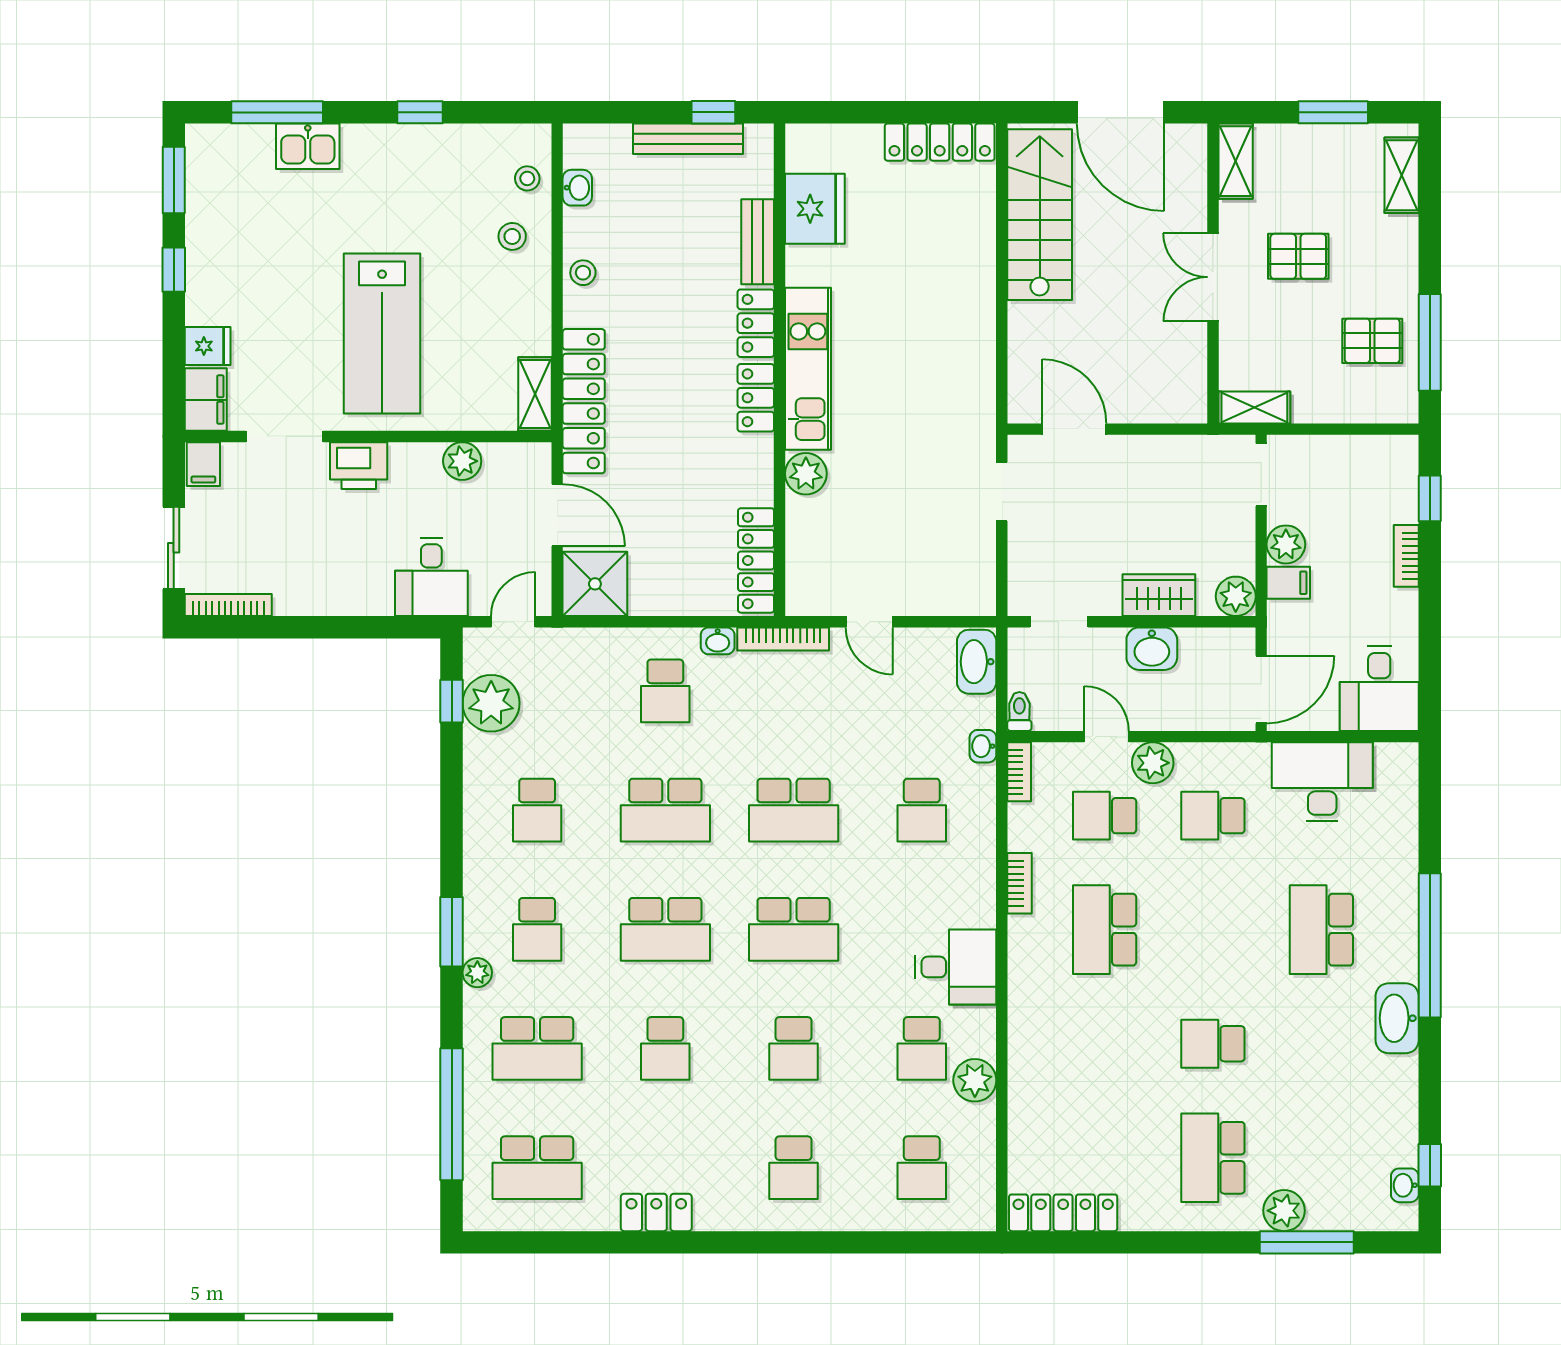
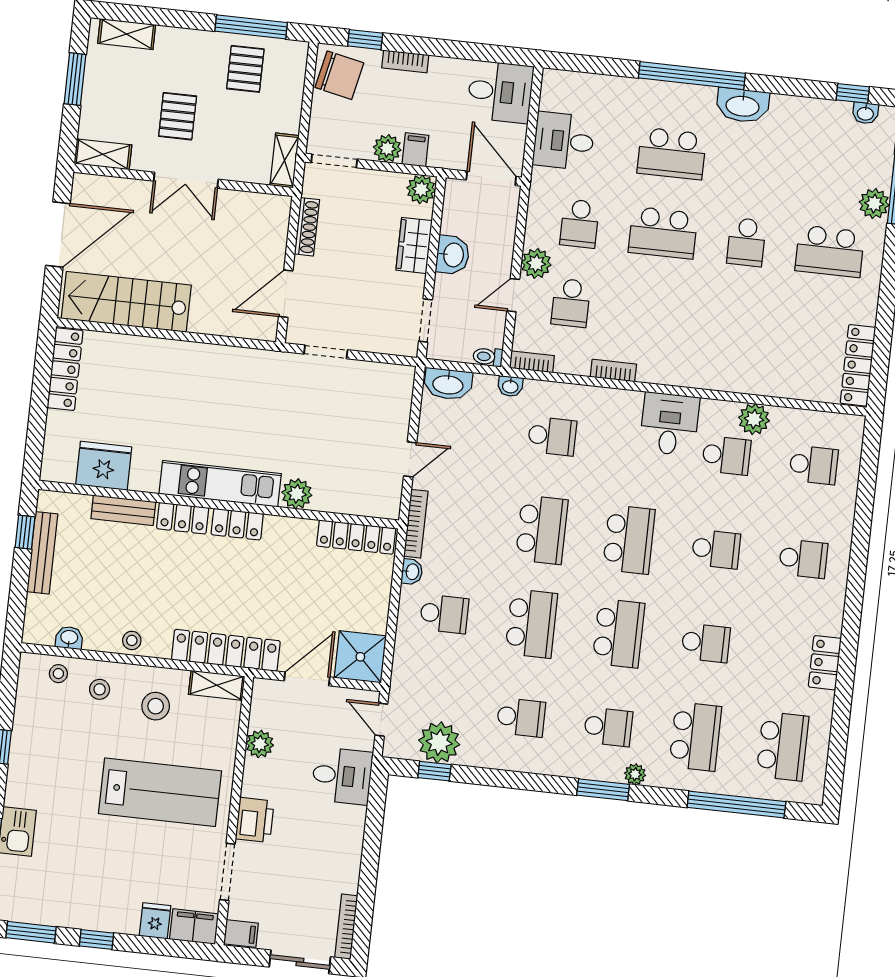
stool: (498, 315) -> (156, 706), added
shoe rack: (1168, 448) -> (307, 227), added
chair: (1378, 469) -> (339, 75), added
desk: (1322, 782) -> (564, 141), width x0.73
school desk: (1105, 930) -> (663, 233), moved

